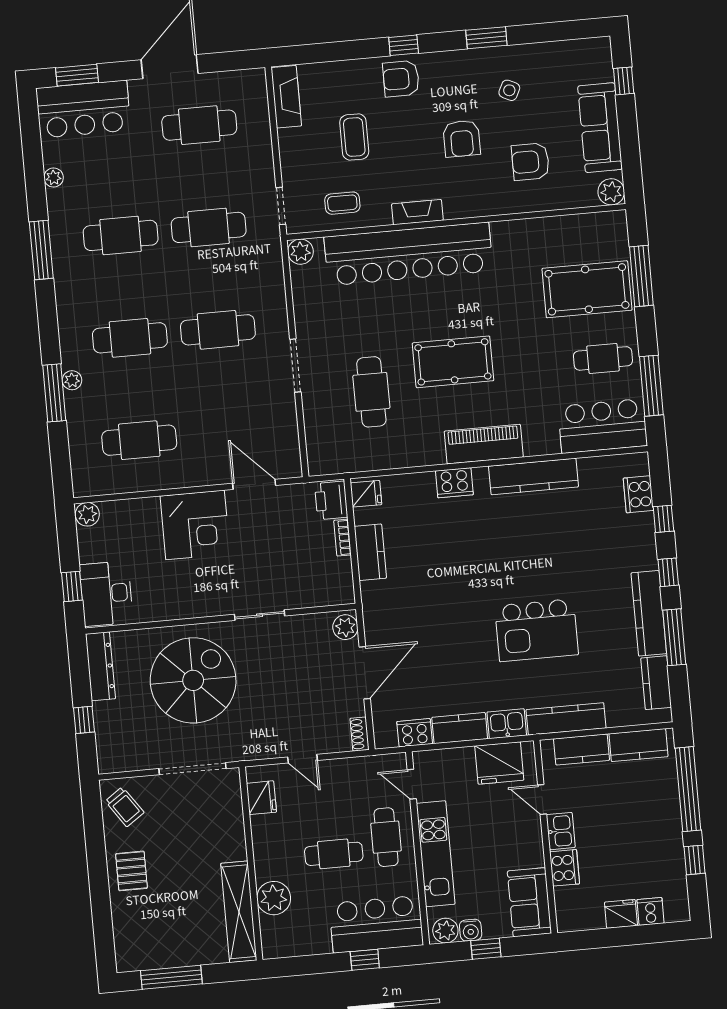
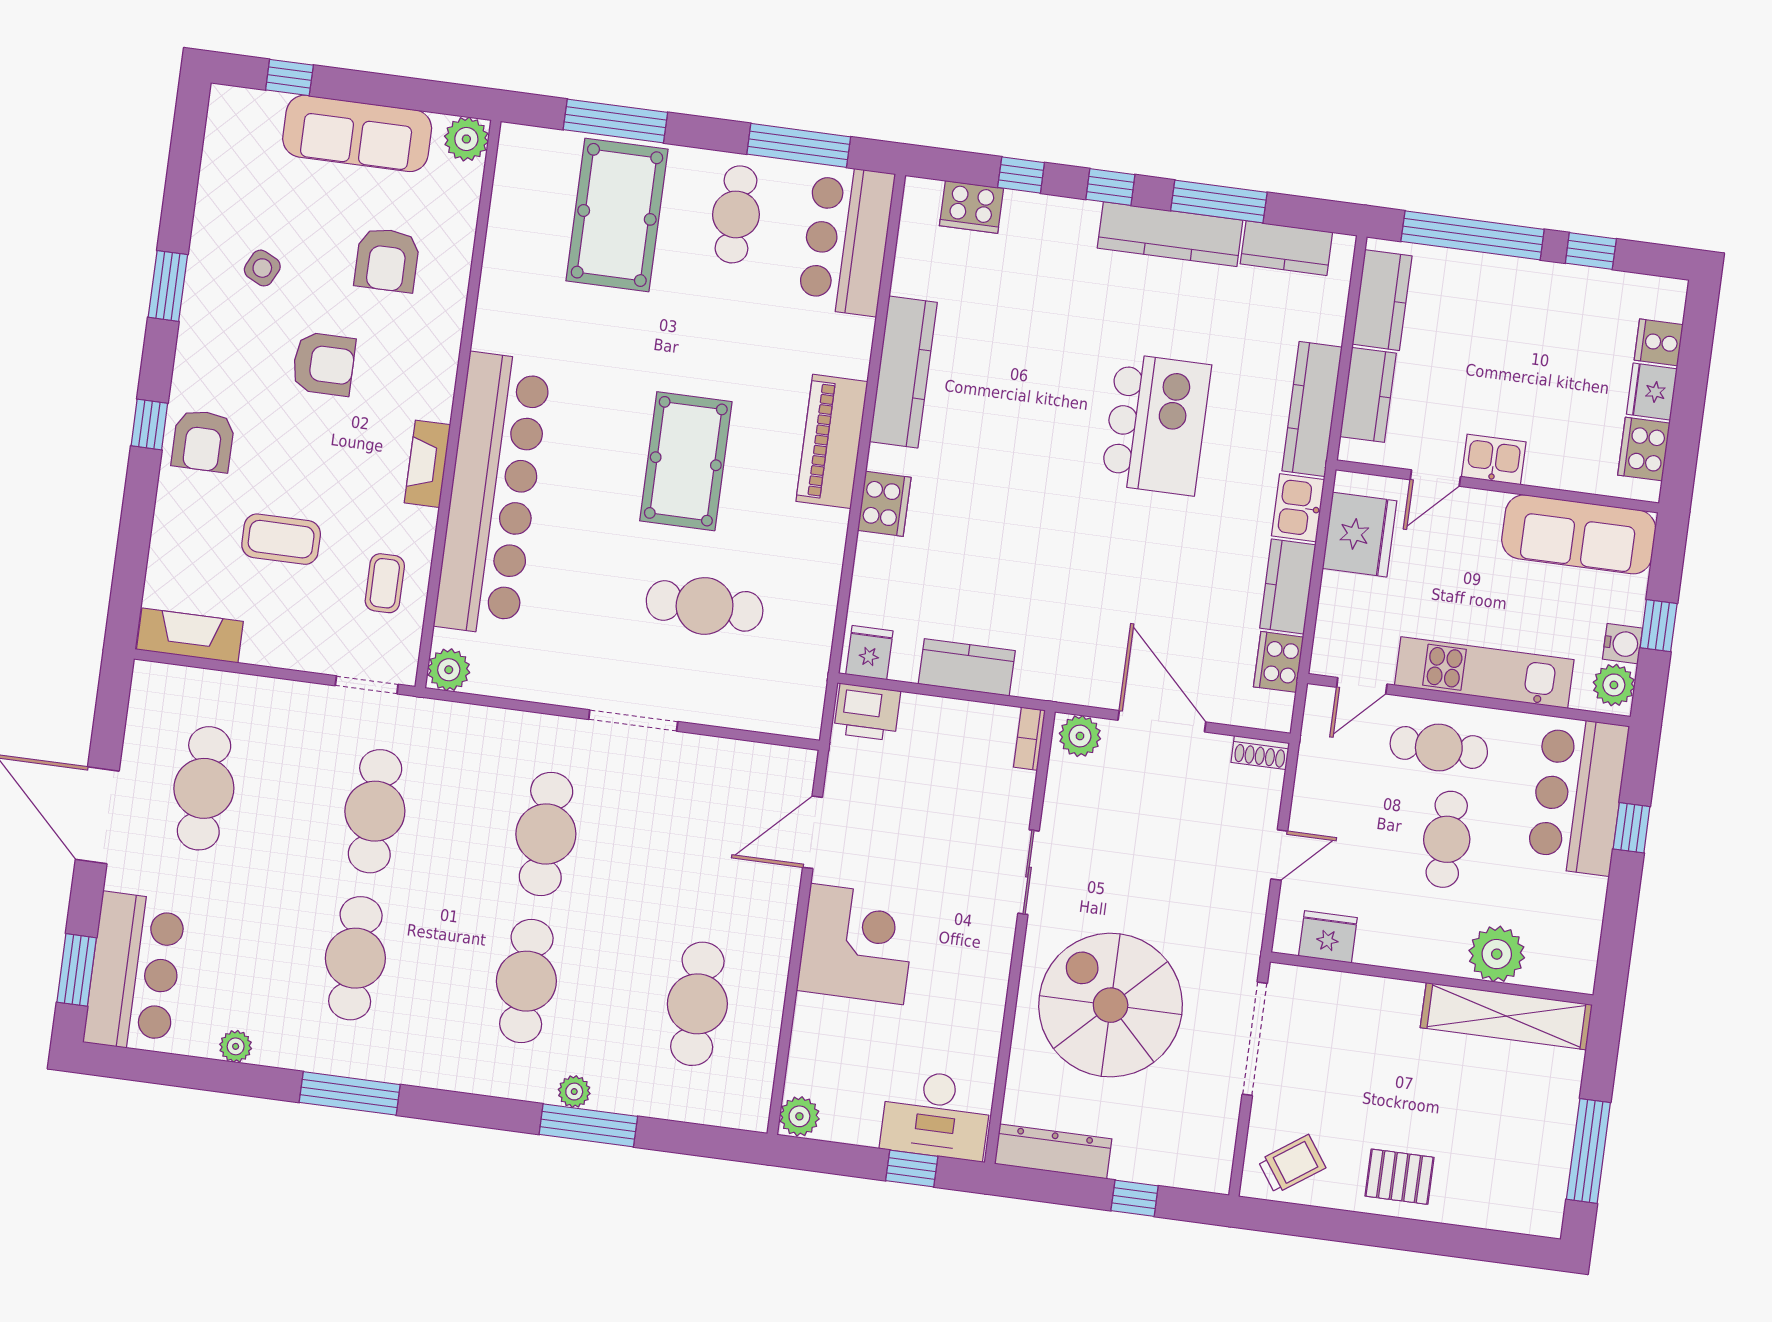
bookcase: (342, 538) -> (1029, 739), moved, turned 90
cooker: (565, 868) -> (1644, 449), moved, turned -90
sofa: (529, 902) -> (1579, 534), width x1.36

